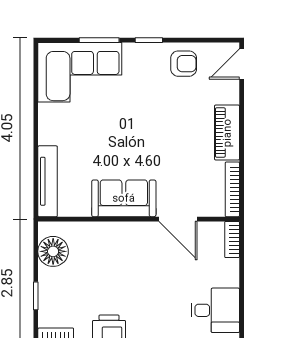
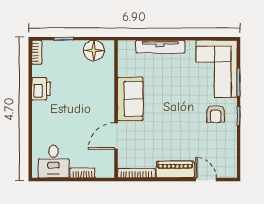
armchair: (184, 64) -> (216, 114), moved
door: (242, 64) -> (206, 180), moved
tv unit: (48, 181) -> (160, 47), moved
bookcase: (232, 239) -> (82, 173), moved

